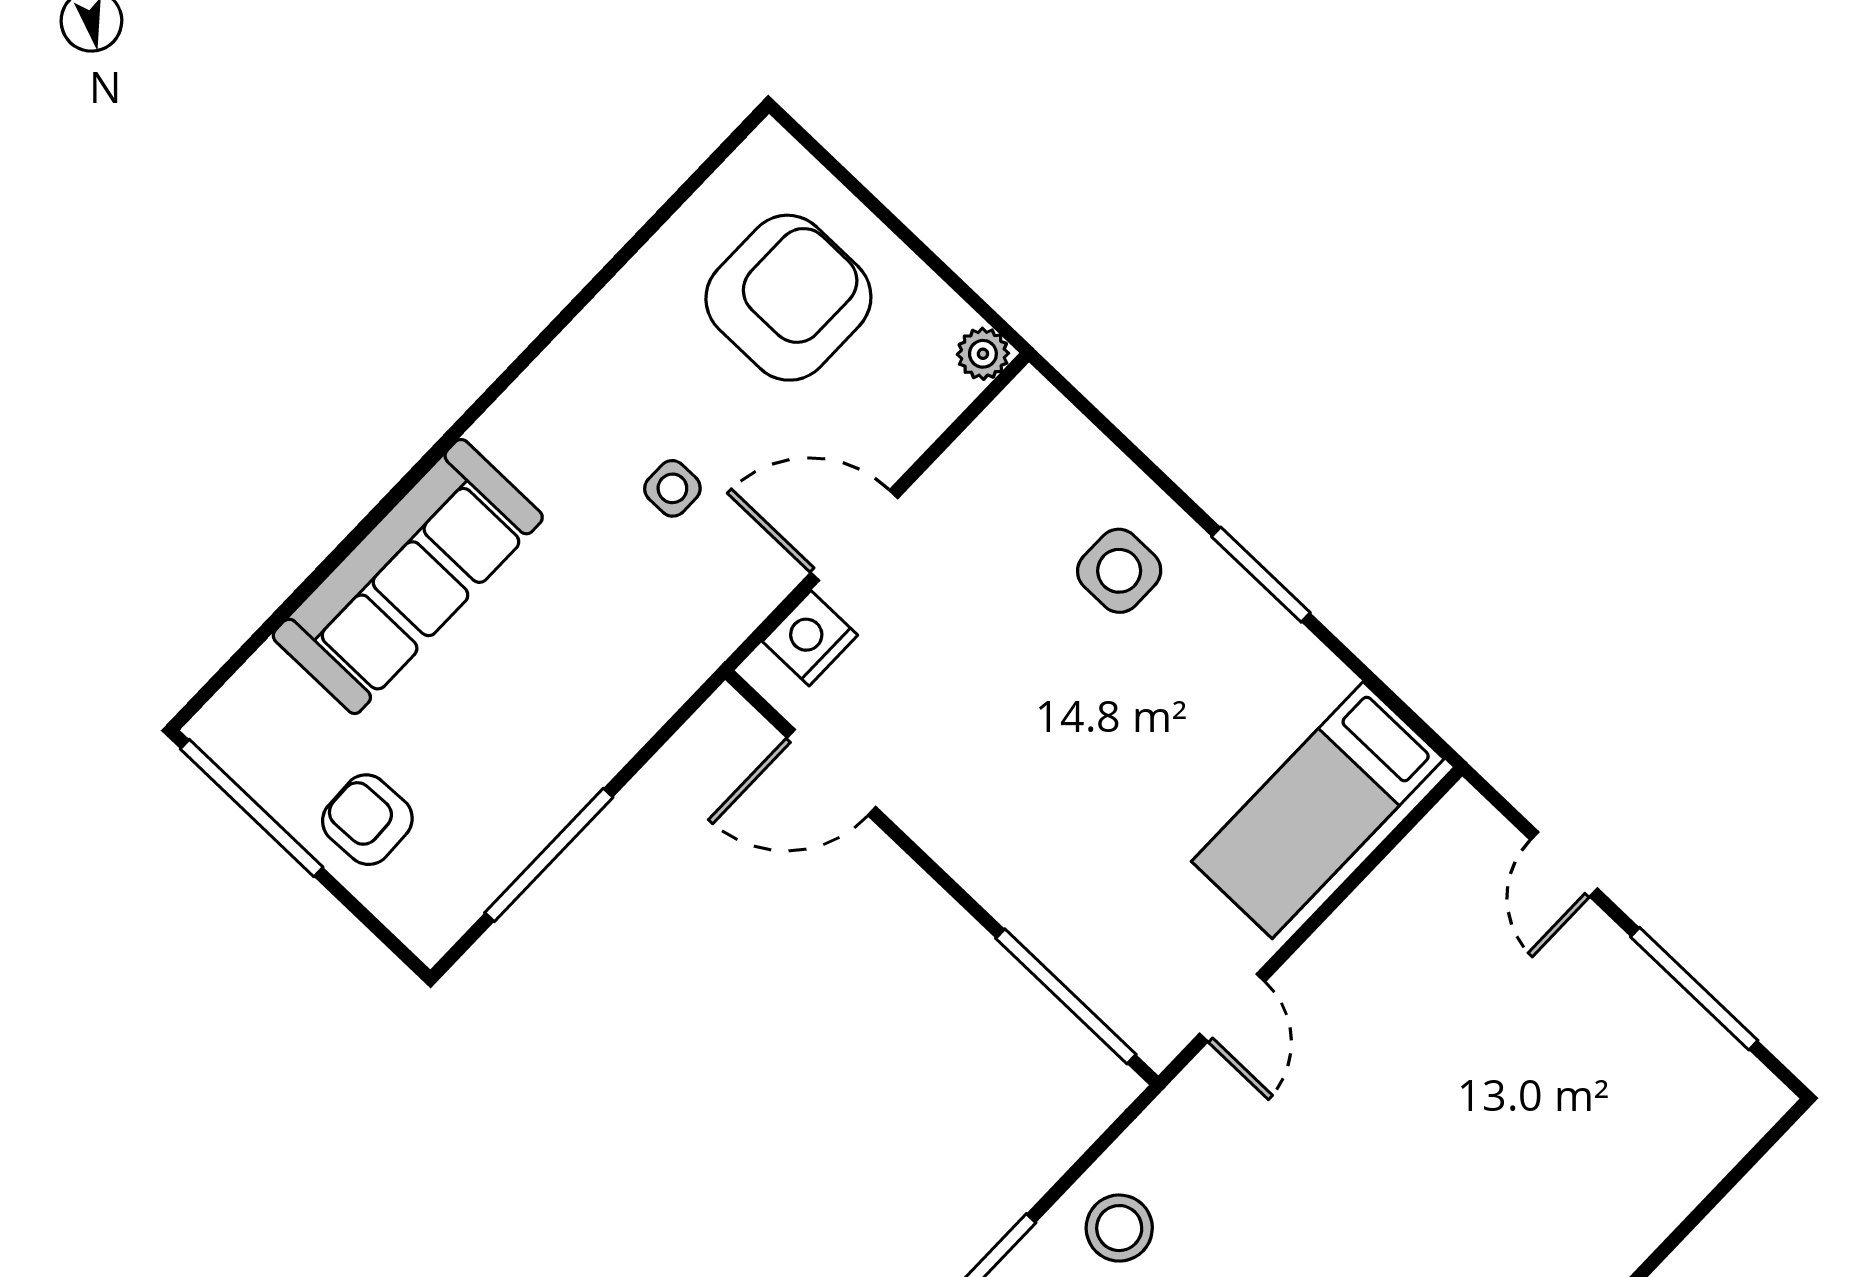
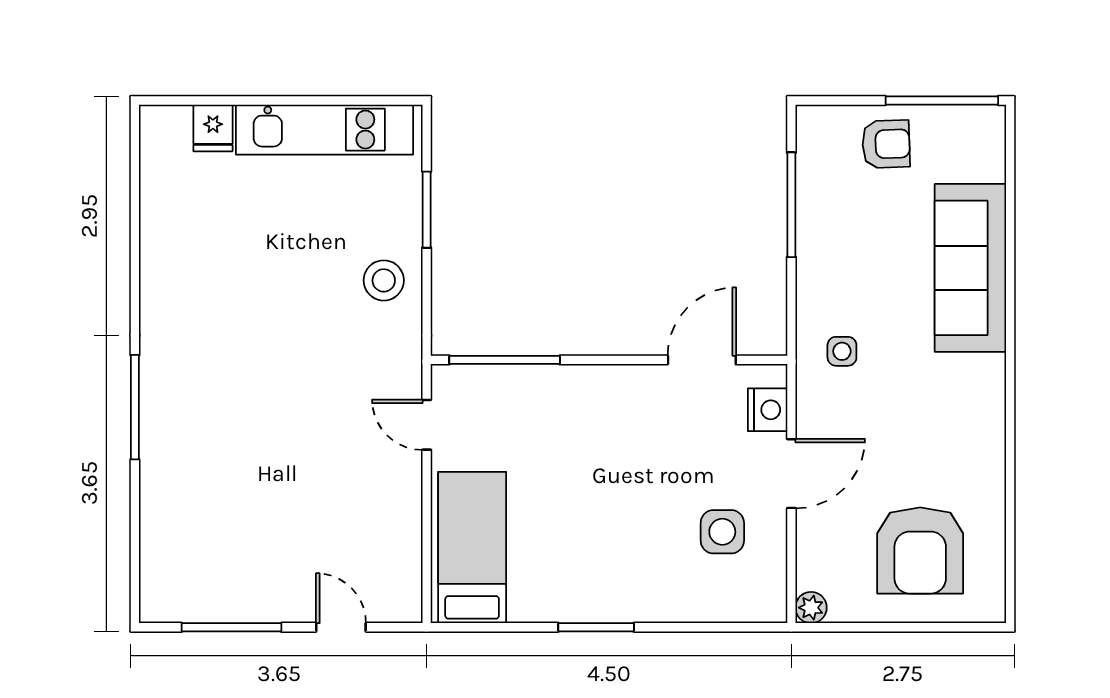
side table: (672, 488) -> (842, 351), moved
side table: (1119, 571) -> (722, 532), moved

